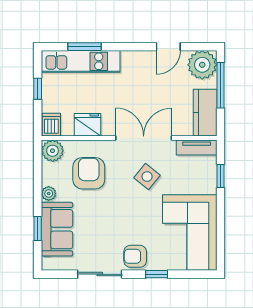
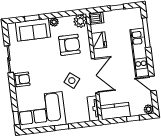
window: (84, 47) -> (146, 33), width x1.44
kitchen unit: (81, 61) -> (140, 53), moved
plant: (202, 65) -> (149, 109), width x0.53, depth x0.53
window: (220, 85) -> (133, 118), width x0.46
window: (220, 176) -> (62, 127), moved
armchair: (135, 256) -> (22, 79), turned 90
window: (157, 274) -> (16, 118), moved

